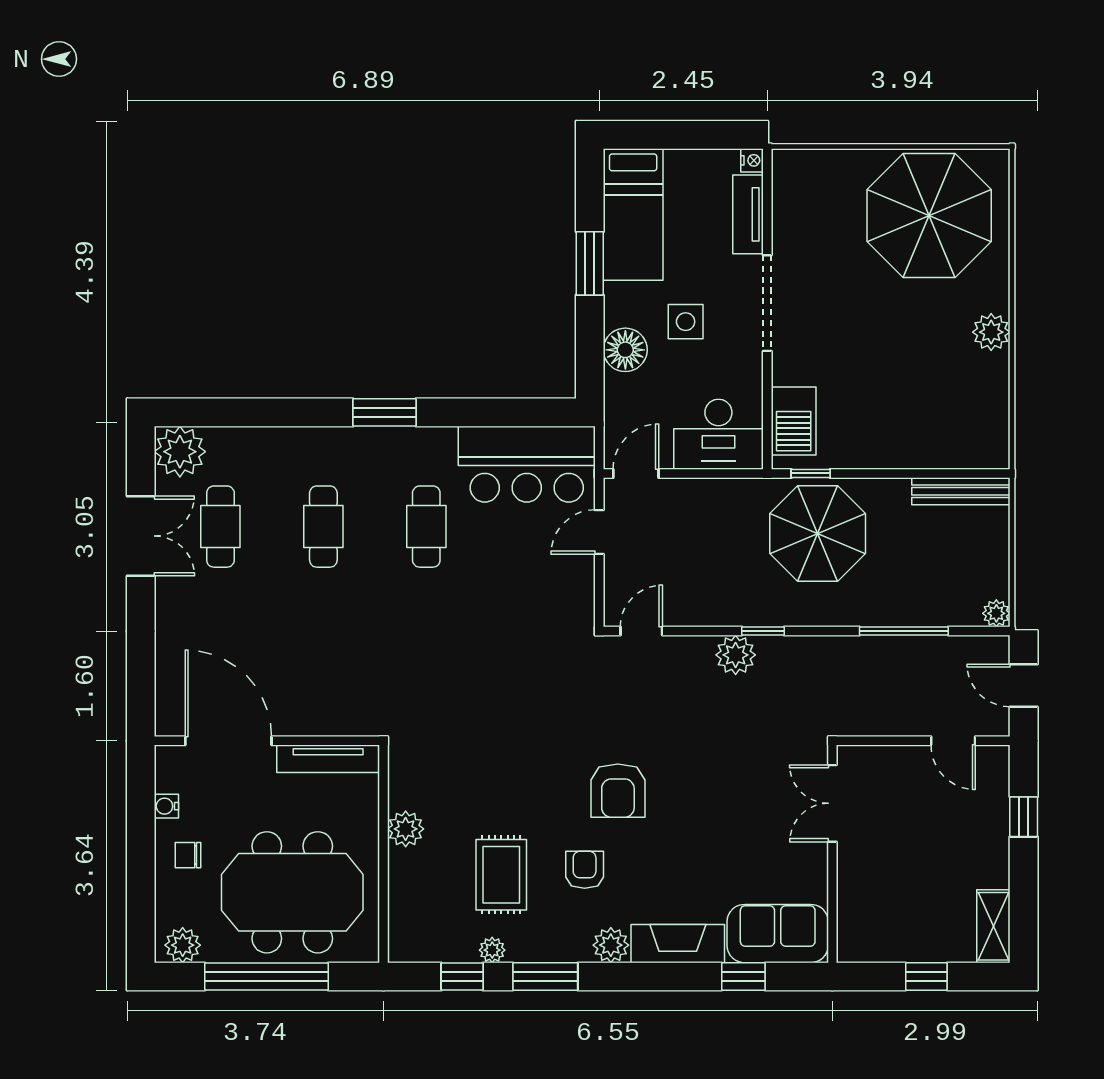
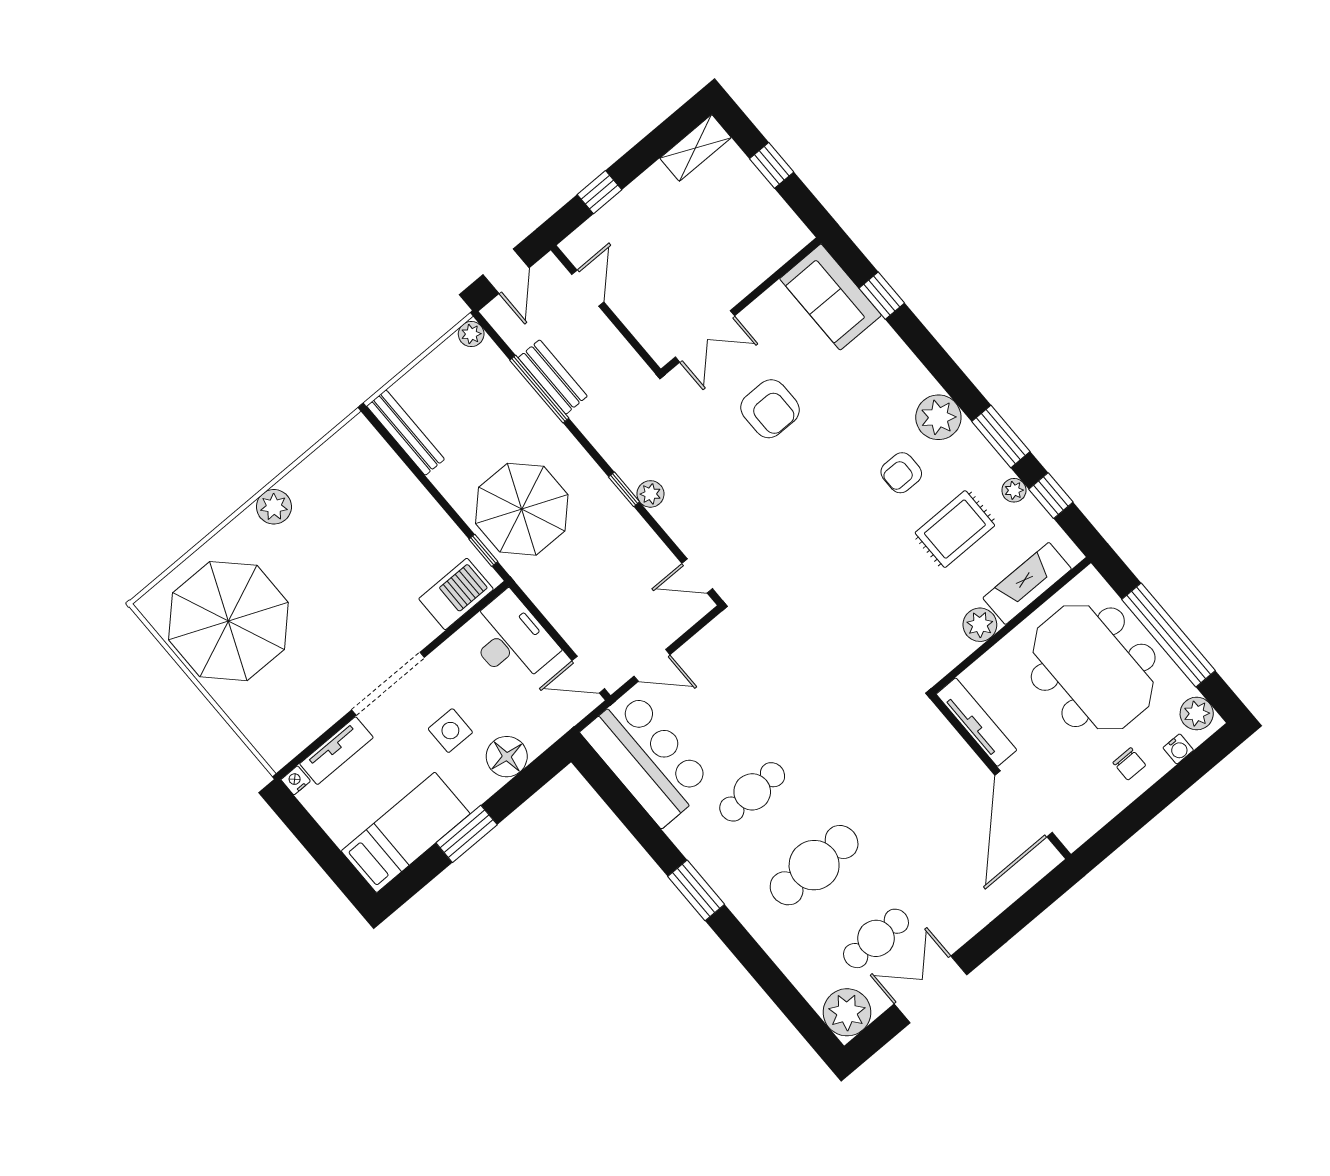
cafe table: (323, 527) -> (814, 865), width x1.37, depth x1.35
bench: (905, 650) -> (553, 377), added
plant: (736, 655) -> (650, 494), width x0.73, depth x0.73
armchair: (618, 791) -> (770, 409), moved, turned 90
water cooler: (166, 806) -> (1178, 749), moved
fireplace: (678, 944) -> (1027, 583), moved, turned 90
plant: (611, 945) -> (938, 417), width x1.36, depth x1.36

